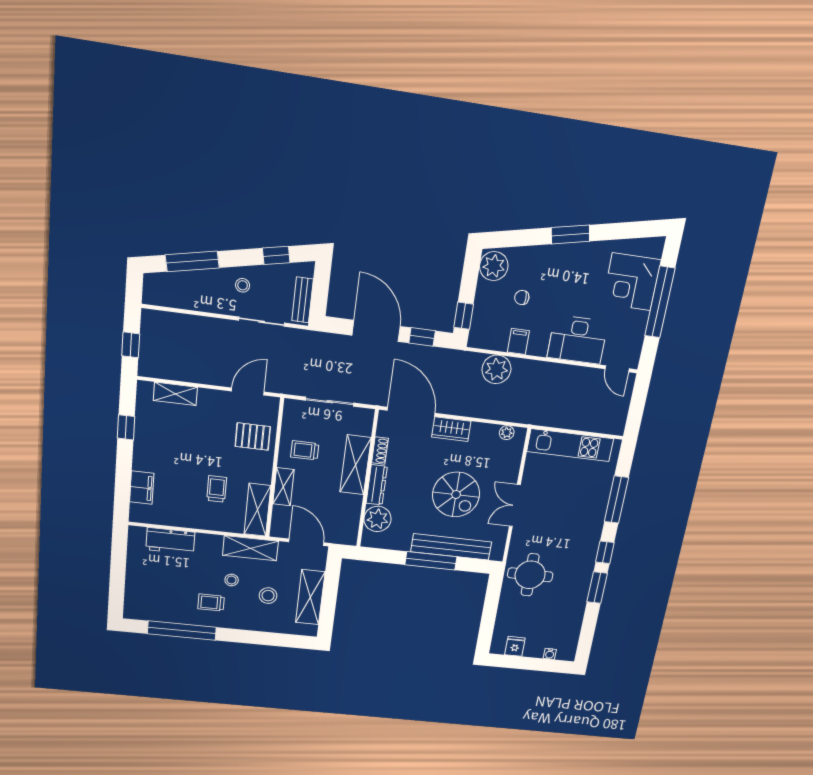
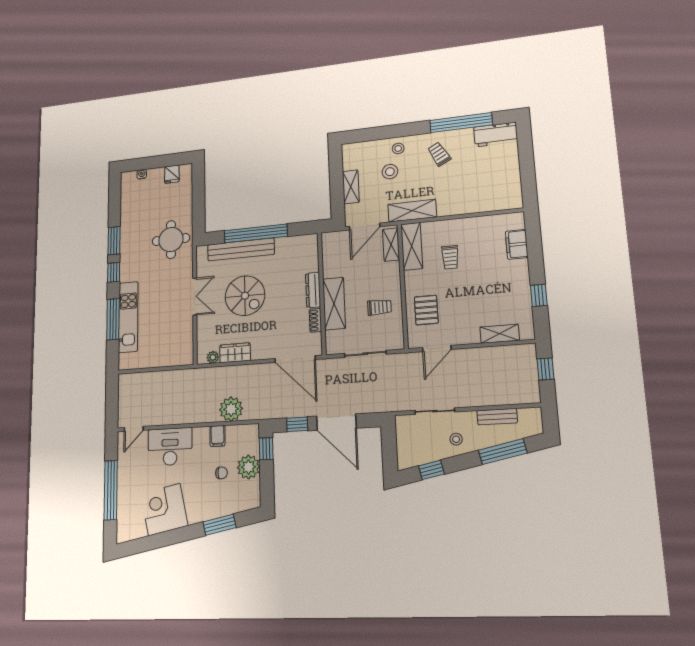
window: (570, 234) -> (219, 525), moved
plant: (494, 266) -> (248, 467), moved
corner desk: (632, 282) -> (164, 510), moved, turned -102
bench: (303, 300) -> (497, 417), moved, turned 90
door: (617, 369) -> (134, 429), swing flipped
wardrobe: (451, 429) -> (235, 353), moved
pallet: (253, 437) -> (426, 310), turned 90
kitchen unit: (570, 445) -> (128, 317), moved, turned 90
shelving: (283, 487) -> (391, 245), moved
spiral stairs: (456, 494) -> (245, 296), turned 180
plant: (377, 519) -> (307, 260), removed
workbench: (170, 541) -> (496, 135), moved, turned 180
door: (306, 542) -> (365, 227), hinge flipped
window: (431, 561) -> (256, 233), width x1.46
stool: (232, 580) -> (398, 148), moved
shelving: (310, 597) -> (351, 187), width x0.67, depth x0.75
trolley: (211, 602) -> (439, 154), turned -118

